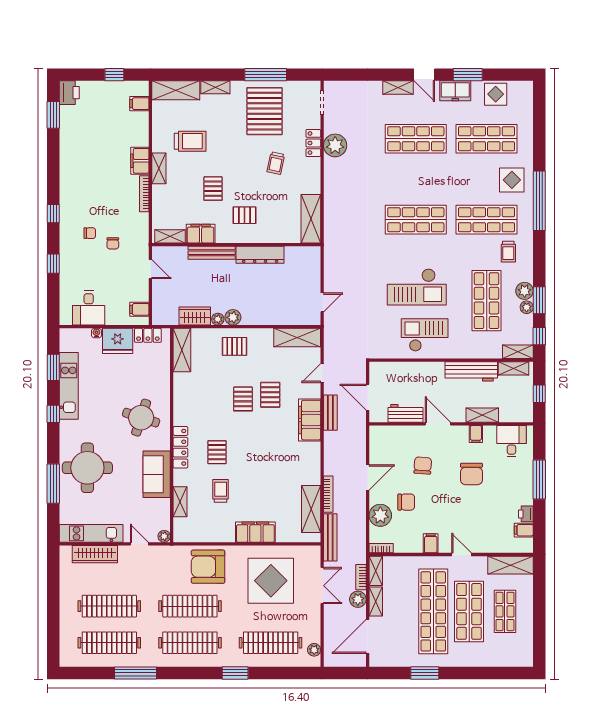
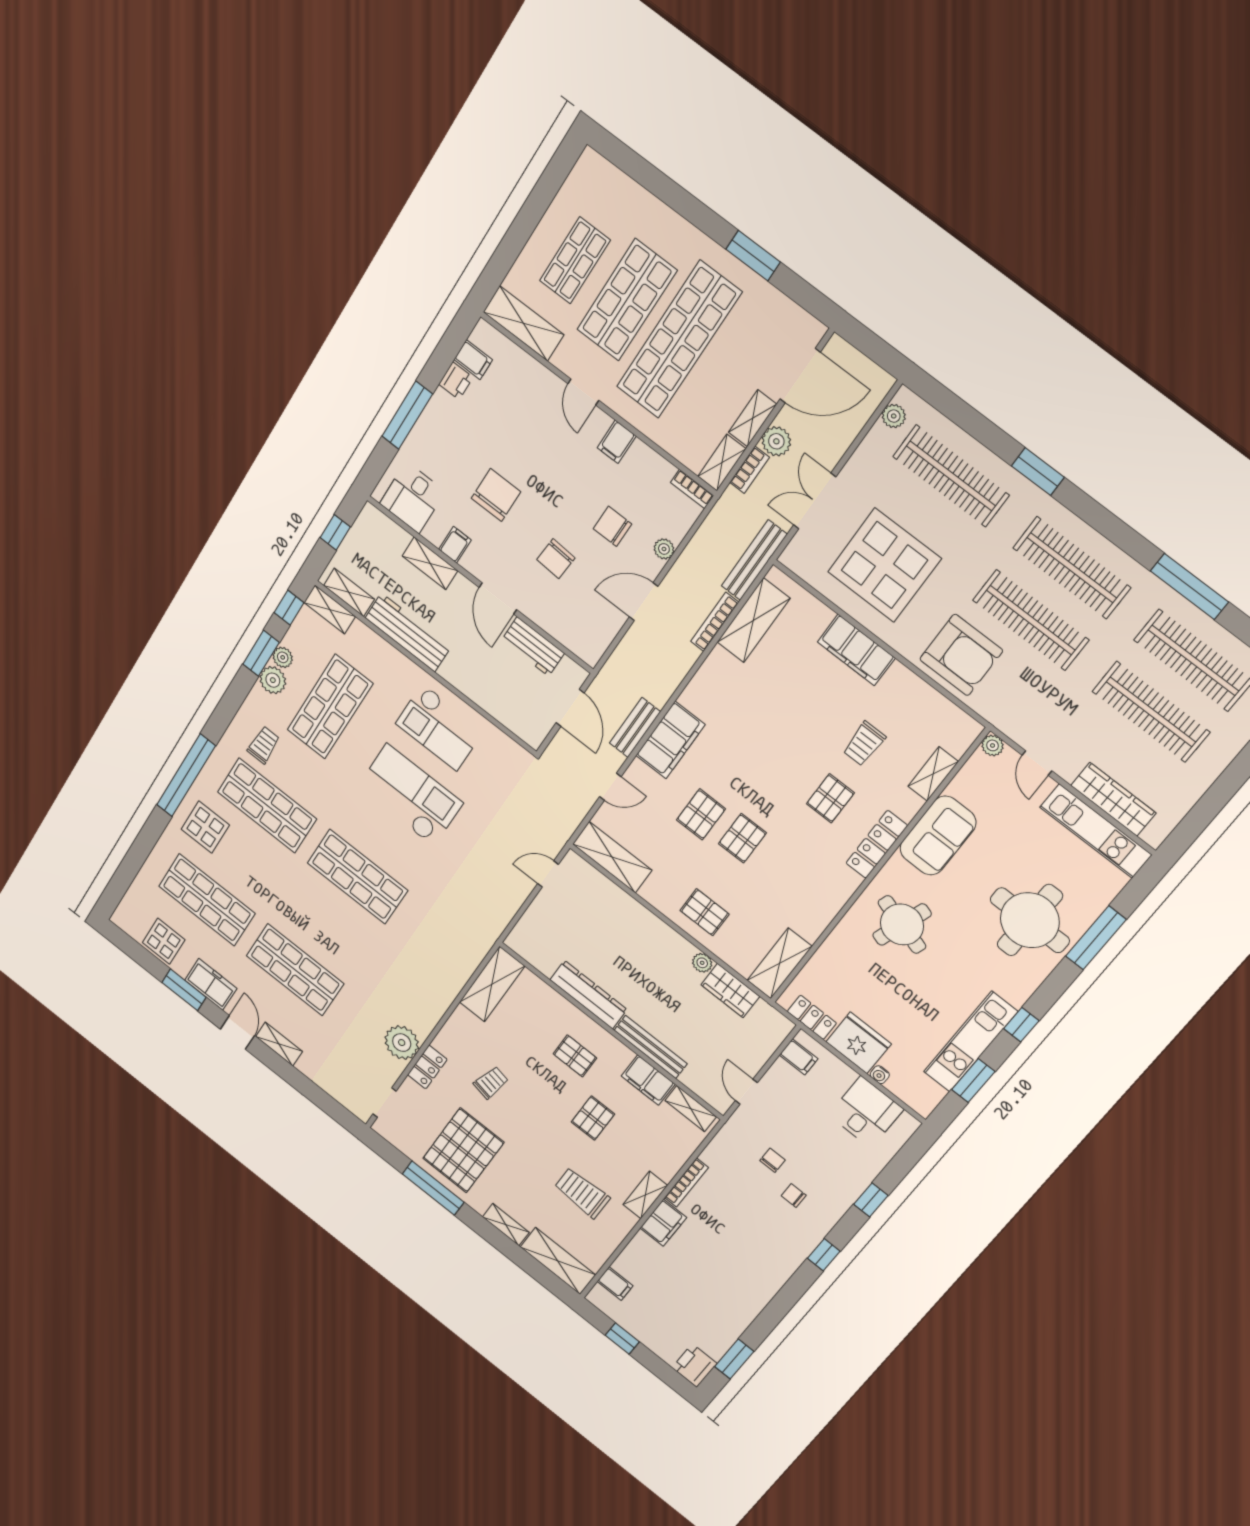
plant: (233, 317) -> (680, 949), removed
plant: (380, 515) -> (664, 549), width x0.53, depth x0.53

